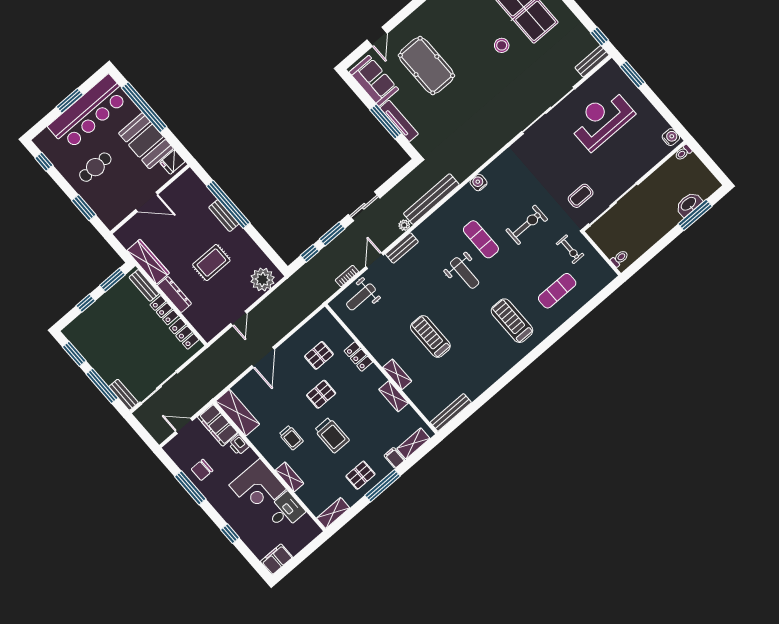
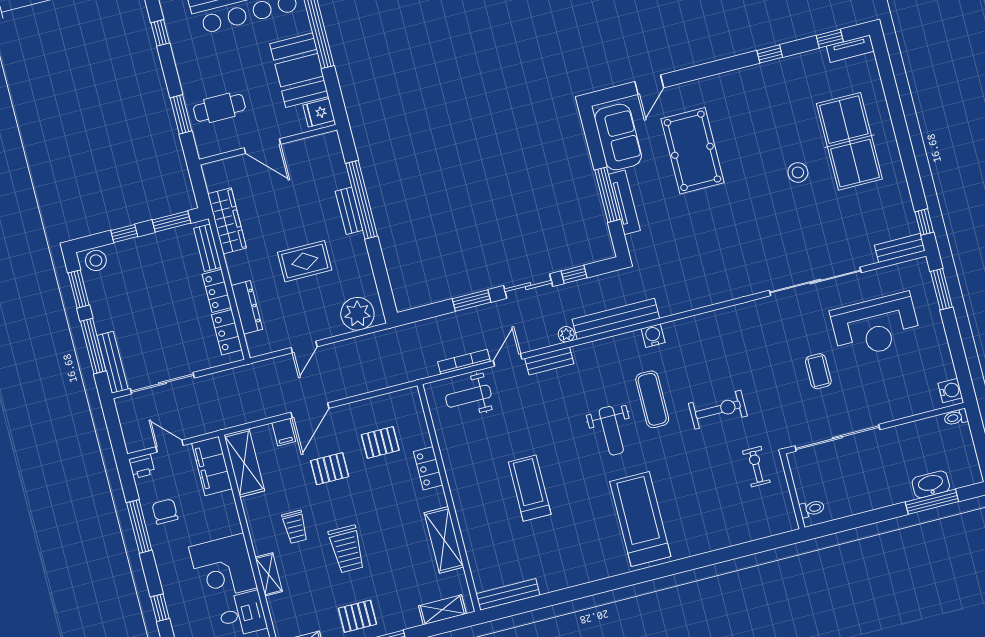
reception desk: (601, 119) -> (875, 326), turned 180
cafe table: (95, 167) -> (219, 108), moved
water cooler: (479, 183) -> (653, 336), moved
coffee table: (581, 196) -> (818, 371), moved, turned 90
exercise bike: (570, 249) -> (756, 467), turned 180
window: (310, 253) -> (574, 274), moved
bookcase: (347, 276) -> (464, 362), width x1.56
exercise mat: (557, 291) -> (715, 510), removed
dresser: (174, 295) -> (247, 307), moved
treadmill: (512, 321) -> (640, 519), width x1.37, depth x1.38
stool: (76, 330) -> (96, 260), added
shelving: (397, 374) -> (465, 514), removed
pallet: (321, 394) -> (330, 469), moved
bench: (124, 395) -> (113, 362), width x1.36
shelving: (393, 396) -> (444, 540), width x1.50, depth x1.33
printer: (239, 445) -> (142, 466), moved, turned -90
filing cabinet: (394, 458) -> (284, 432), moved, turned 180
chair: (202, 470) -> (165, 512), turned 90

